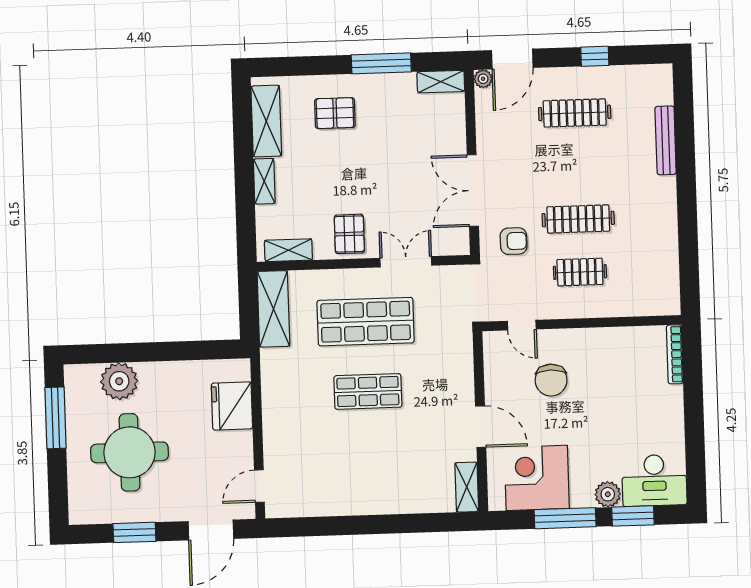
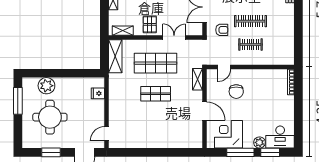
door: (522, 325) -> (224, 67), hinge flipped
fridge: (232, 406) -> (98, 93), width x0.53, depth x0.75
shelving: (467, 487) -> (198, 79), moved

